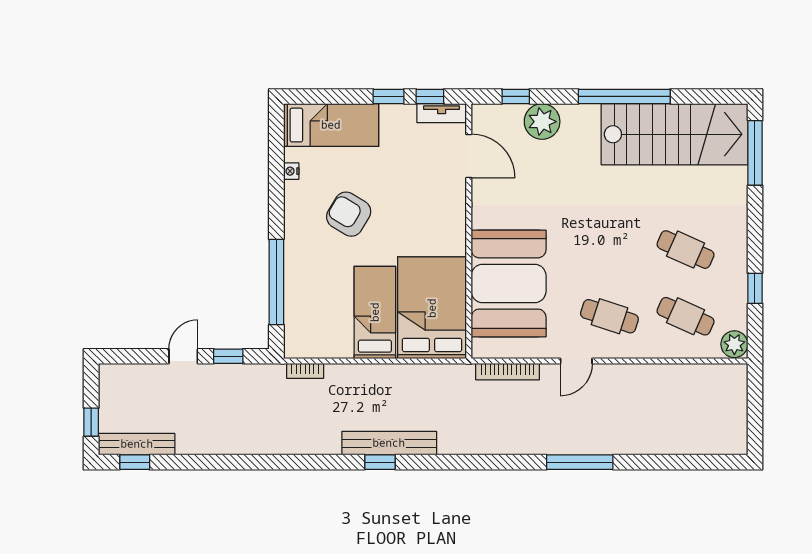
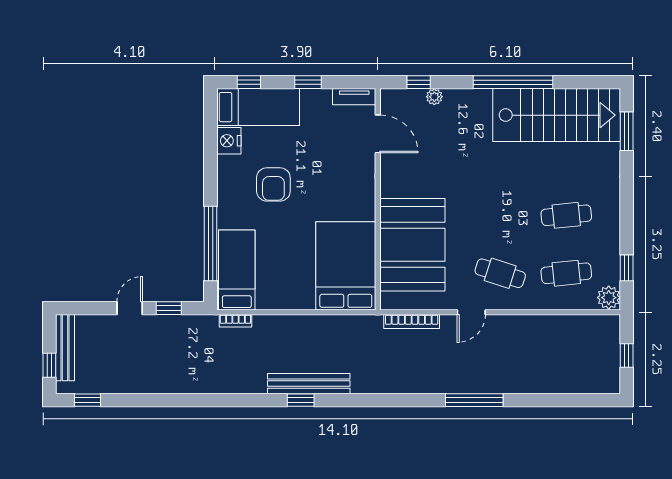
window: (430, 96) -> (249, 82), moved
plant: (542, 122) -> (434, 97), width x0.53, depth x0.53
window: (755, 153) -> (627, 131), width x0.69
nightstand: (291, 171) -> (229, 141), width x1.89, depth x1.79
armchair: (349, 214) -> (273, 184), turned -121
cafe table: (686, 250) -> (566, 215), turned -30
window: (755, 288) -> (627, 268), moved
bed: (375, 312) -> (237, 270), moved
cafe table: (686, 316) -> (566, 273), turned -30
window: (755, 411) -> (627, 355), added
bench: (137, 444) -> (65, 348), moved, turned 90

